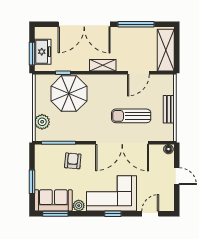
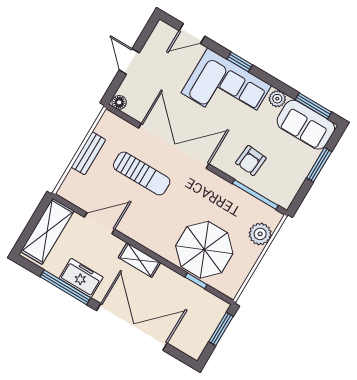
freezer: (43, 52) -> (81, 278), moved, turned 90

